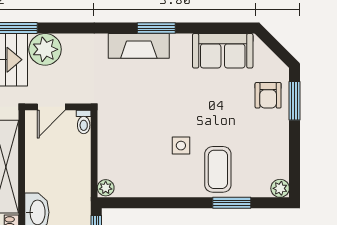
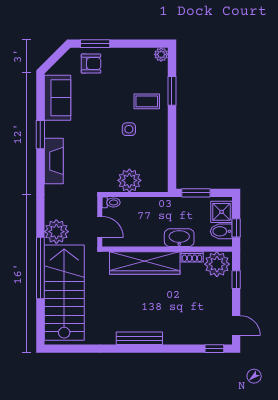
window: (156, 28) -> (40, 135), moved
coffee table: (218, 169) -> (147, 101), width x0.73, depth x0.77
plant: (106, 188) -> (129, 180), moved, width x1.87, depth x1.87

